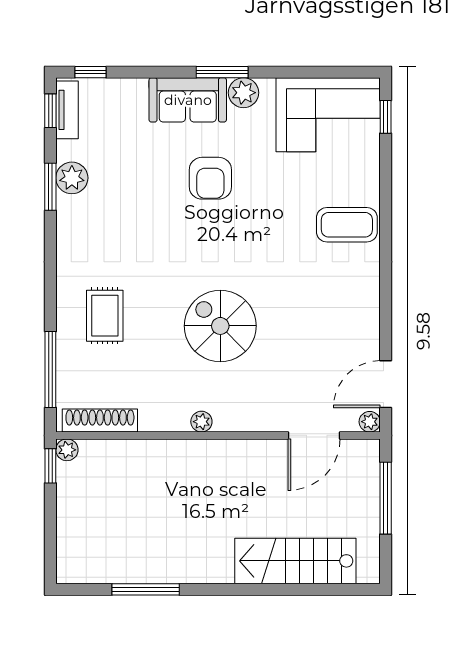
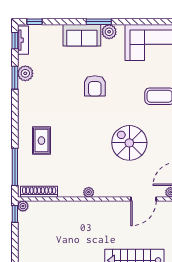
armchair: (210, 178) -> (95, 86), moved
spiral stairs: (220, 326) -> (129, 143), moved

